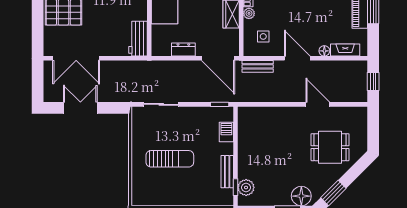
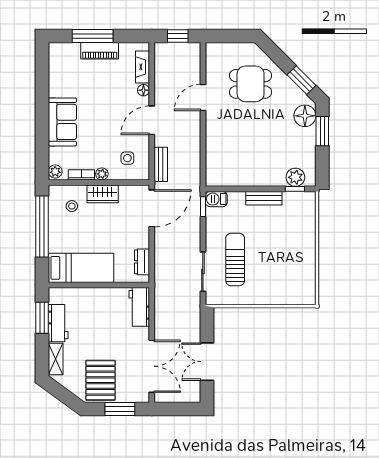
window: (38, 30) -> (120, 409), added
workbench: (138, 39) -> (139, 307), moved, turned 90
dresser: (183, 50) -> (142, 262), moved
barbecue: (226, 132) -> (216, 199), moved
dining table: (330, 147) -> (251, 84), turned 90
sun lounger: (170, 159) -> (235, 259), moved
bench: (227, 172) -> (264, 198), moved

